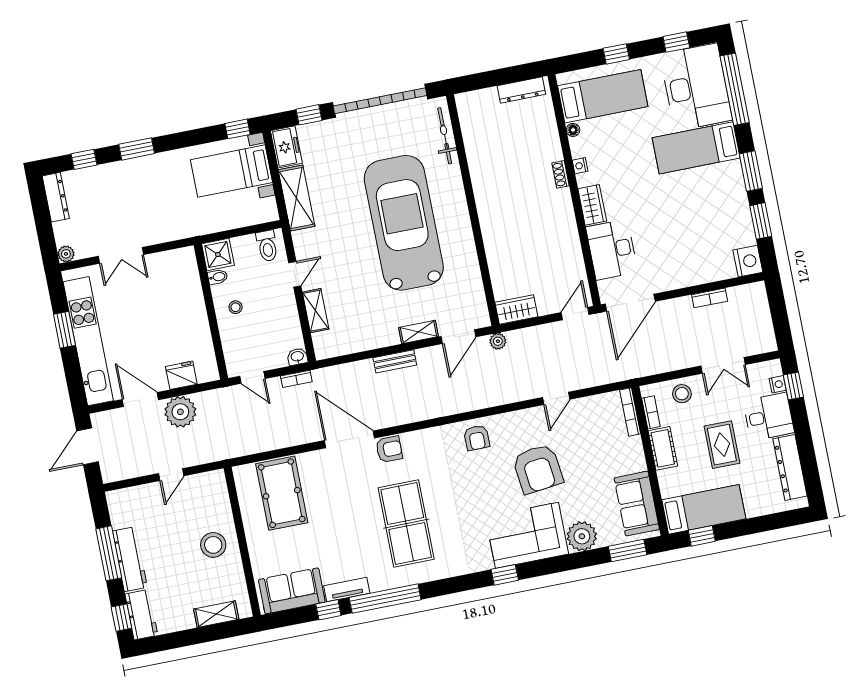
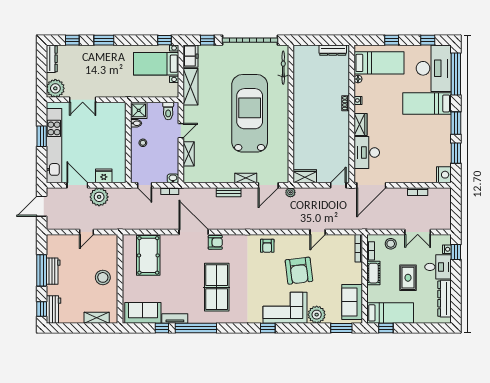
plant: (66, 254) -> (55, 88), width x1.88, depth x1.88
workbench: (130, 559) -> (53, 271), width x0.73

